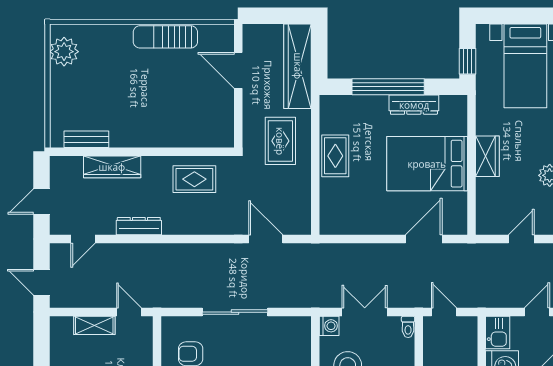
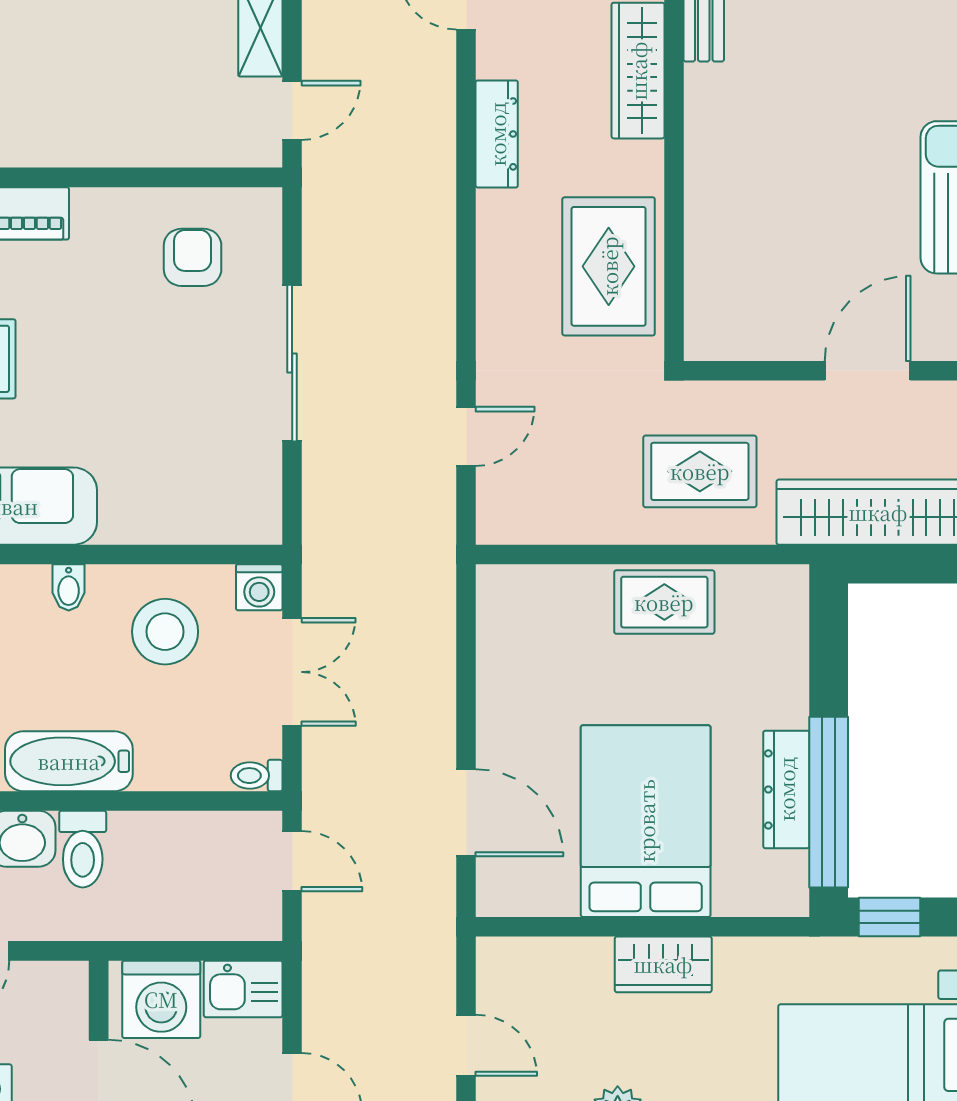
window: (388, 87) -> (829, 802), moved
rug: (194, 179) -> (609, 266), width x1.36, depth x1.43
door: (266, 239) -> (466, 436), width x0.73
door: (444, 312) -> (292, 861), hinge flipped

